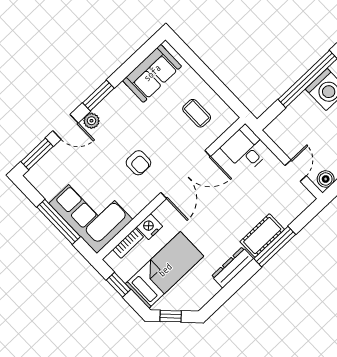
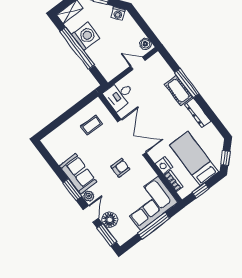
sofa: (152, 73) -> (78, 174), moved
floor lamp: (60, 156) -> (110, 220), added

